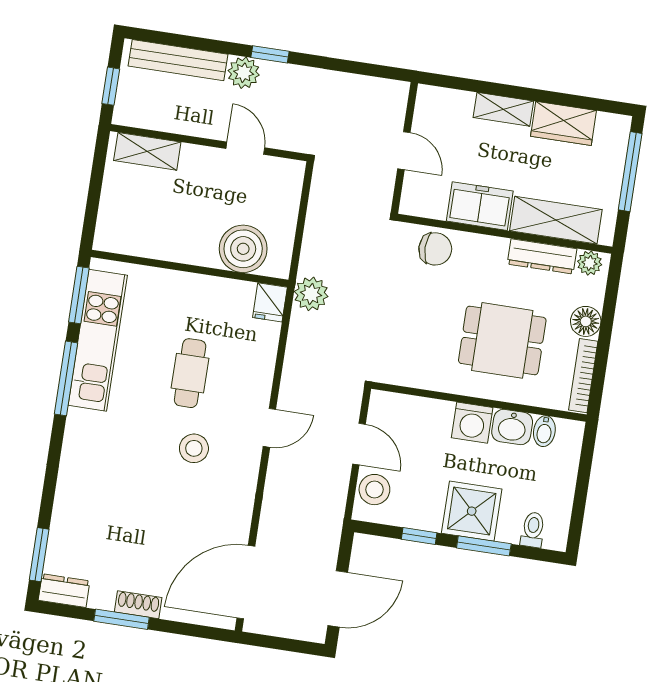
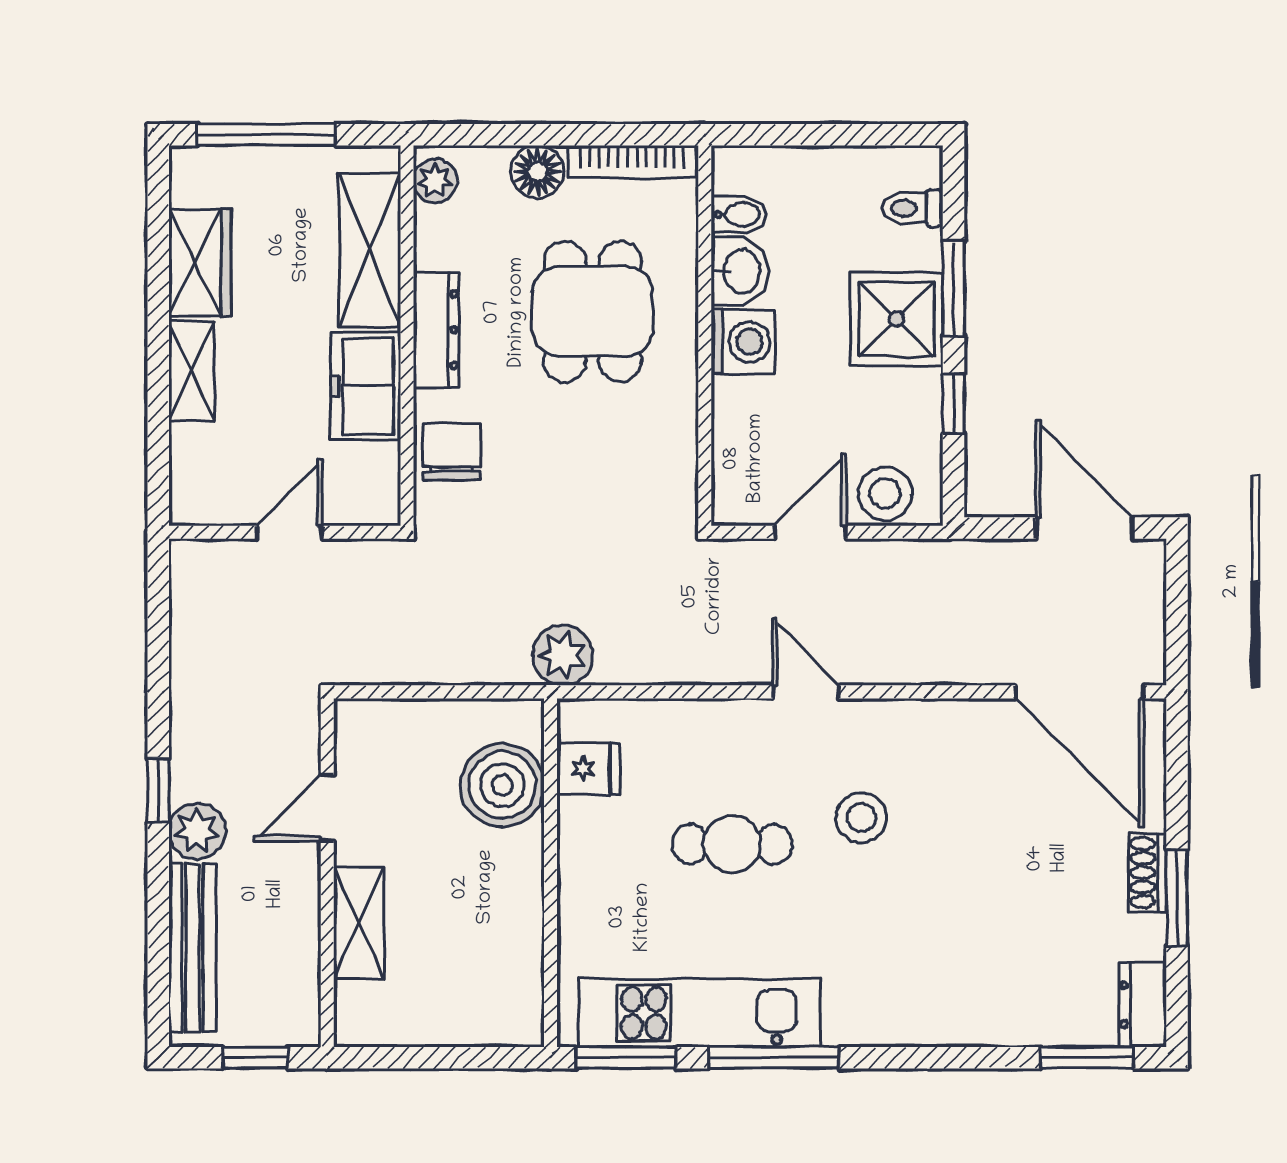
shelving: (147, 151) -> (359, 923), moved
dresser: (542, 256) -> (436, 330), moved
fridge: (270, 302) -> (588, 769), moved

